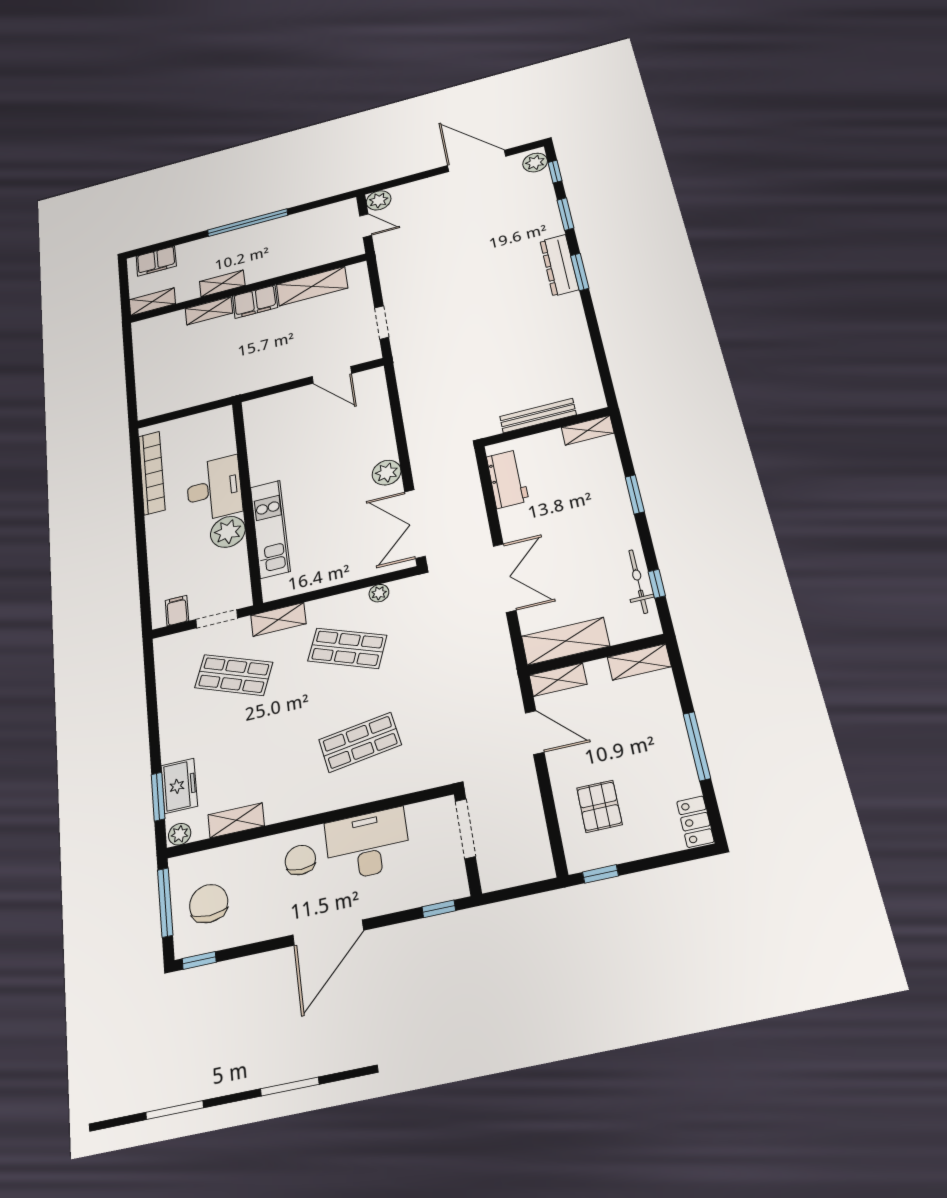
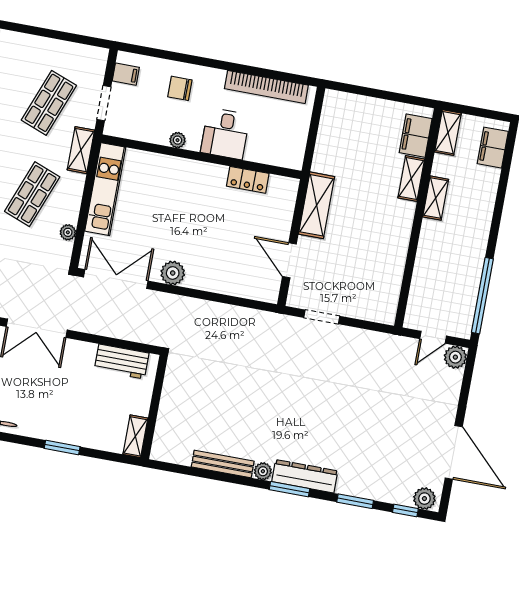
door: (477, 161) -> (454, 452), hinge flipped
window: (248, 223) -> (482, 296), moved
shelving: (312, 286) -> (317, 205), moved
filing cabinet: (255, 302) -> (416, 136), moved
plant: (571, 302) -> (263, 471), added
door: (332, 375) -> (289, 260), hinge flipped
bench: (538, 416) -> (223, 464), moved, turned 90
locker: (258, 447) -> (248, 180), added
desk: (214, 489) -> (225, 134), width x0.73
kitchen unit: (270, 529) -> (105, 189), moved, turned -90
plant: (228, 532) -> (178, 140), width x0.53, depth x0.53
chair: (177, 552) -> (180, 88), added

